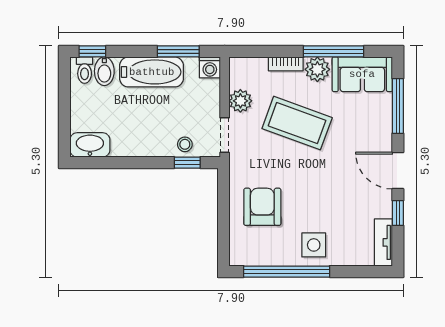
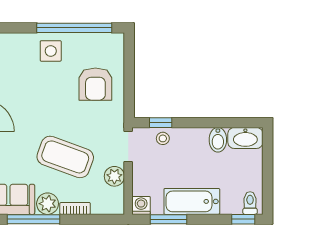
bidet: (104, 71) -> (218, 140), moved, turned 180

